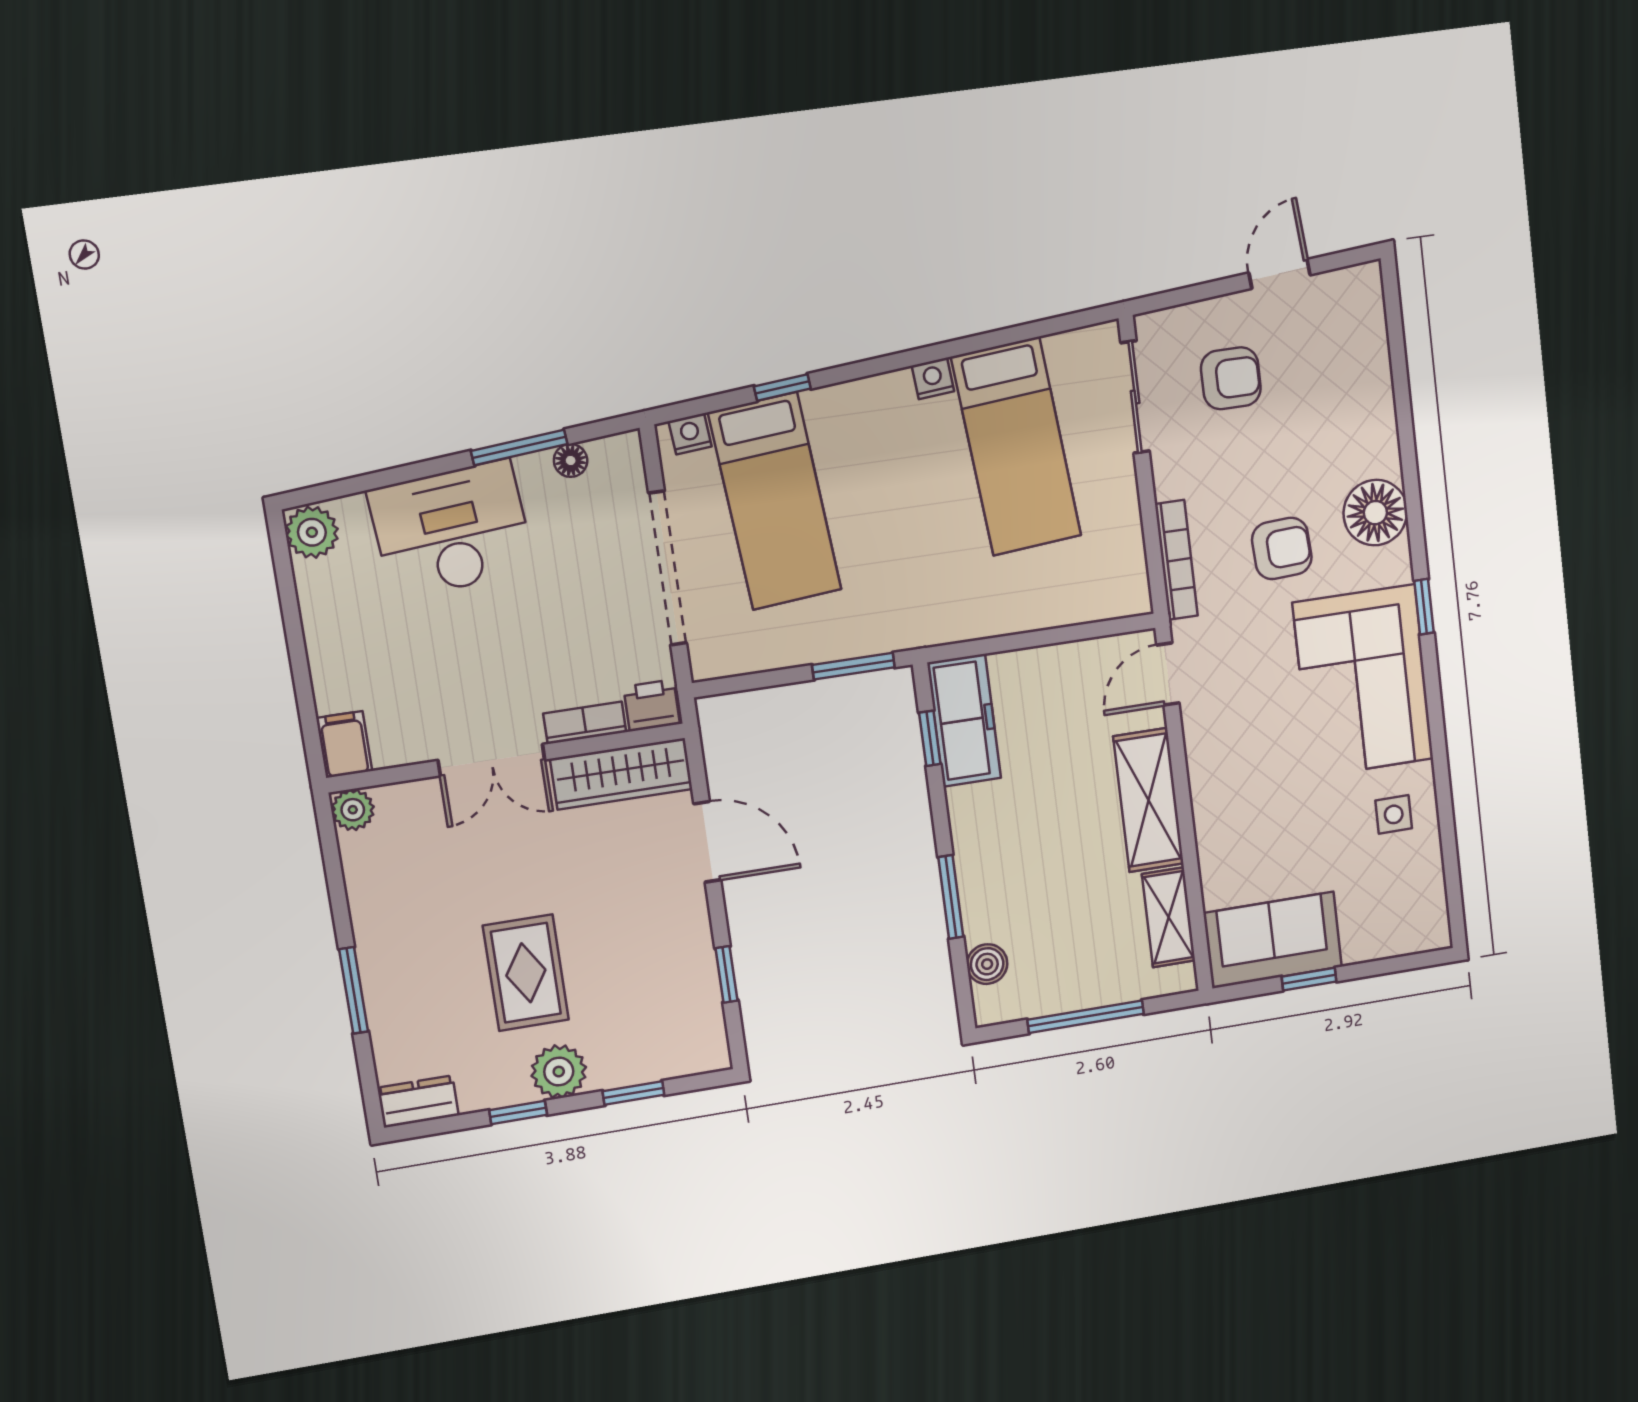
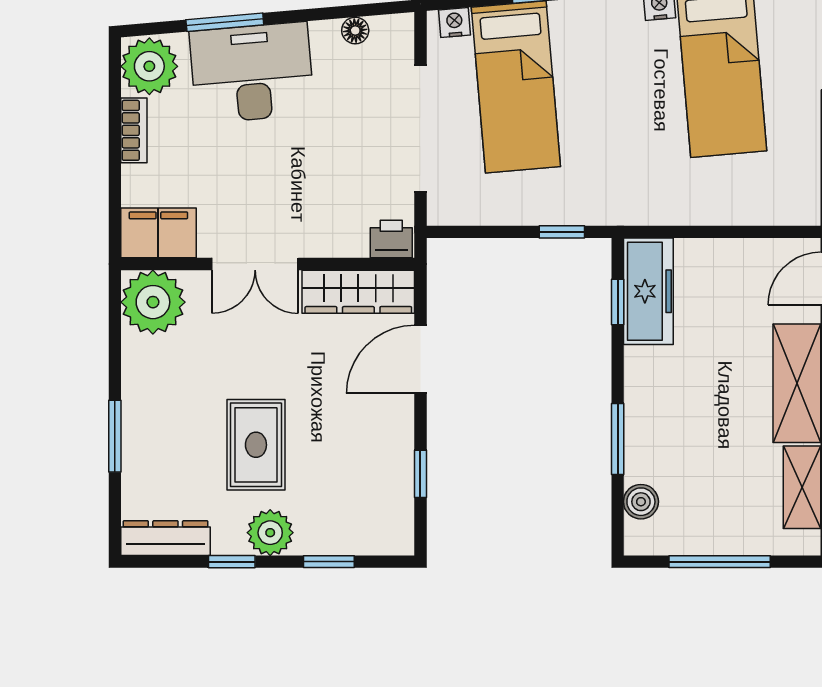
window: (519, 448) -> (225, 22), moved
plant: (312, 532) -> (149, 66), width x1.36, depth x1.36
window: (853, 666) -> (562, 232), width x0.67
bookcase: (585, 723) -> (134, 130), moved, turned 90
filing cabinet: (344, 744) -> (158, 233), width x2.00
plant: (353, 810) -> (153, 302), width x1.88, depth x1.88
door: (707, 842) -> (420, 359), swing flipped
dresser: (418, 1102) -> (165, 538), width x1.44

